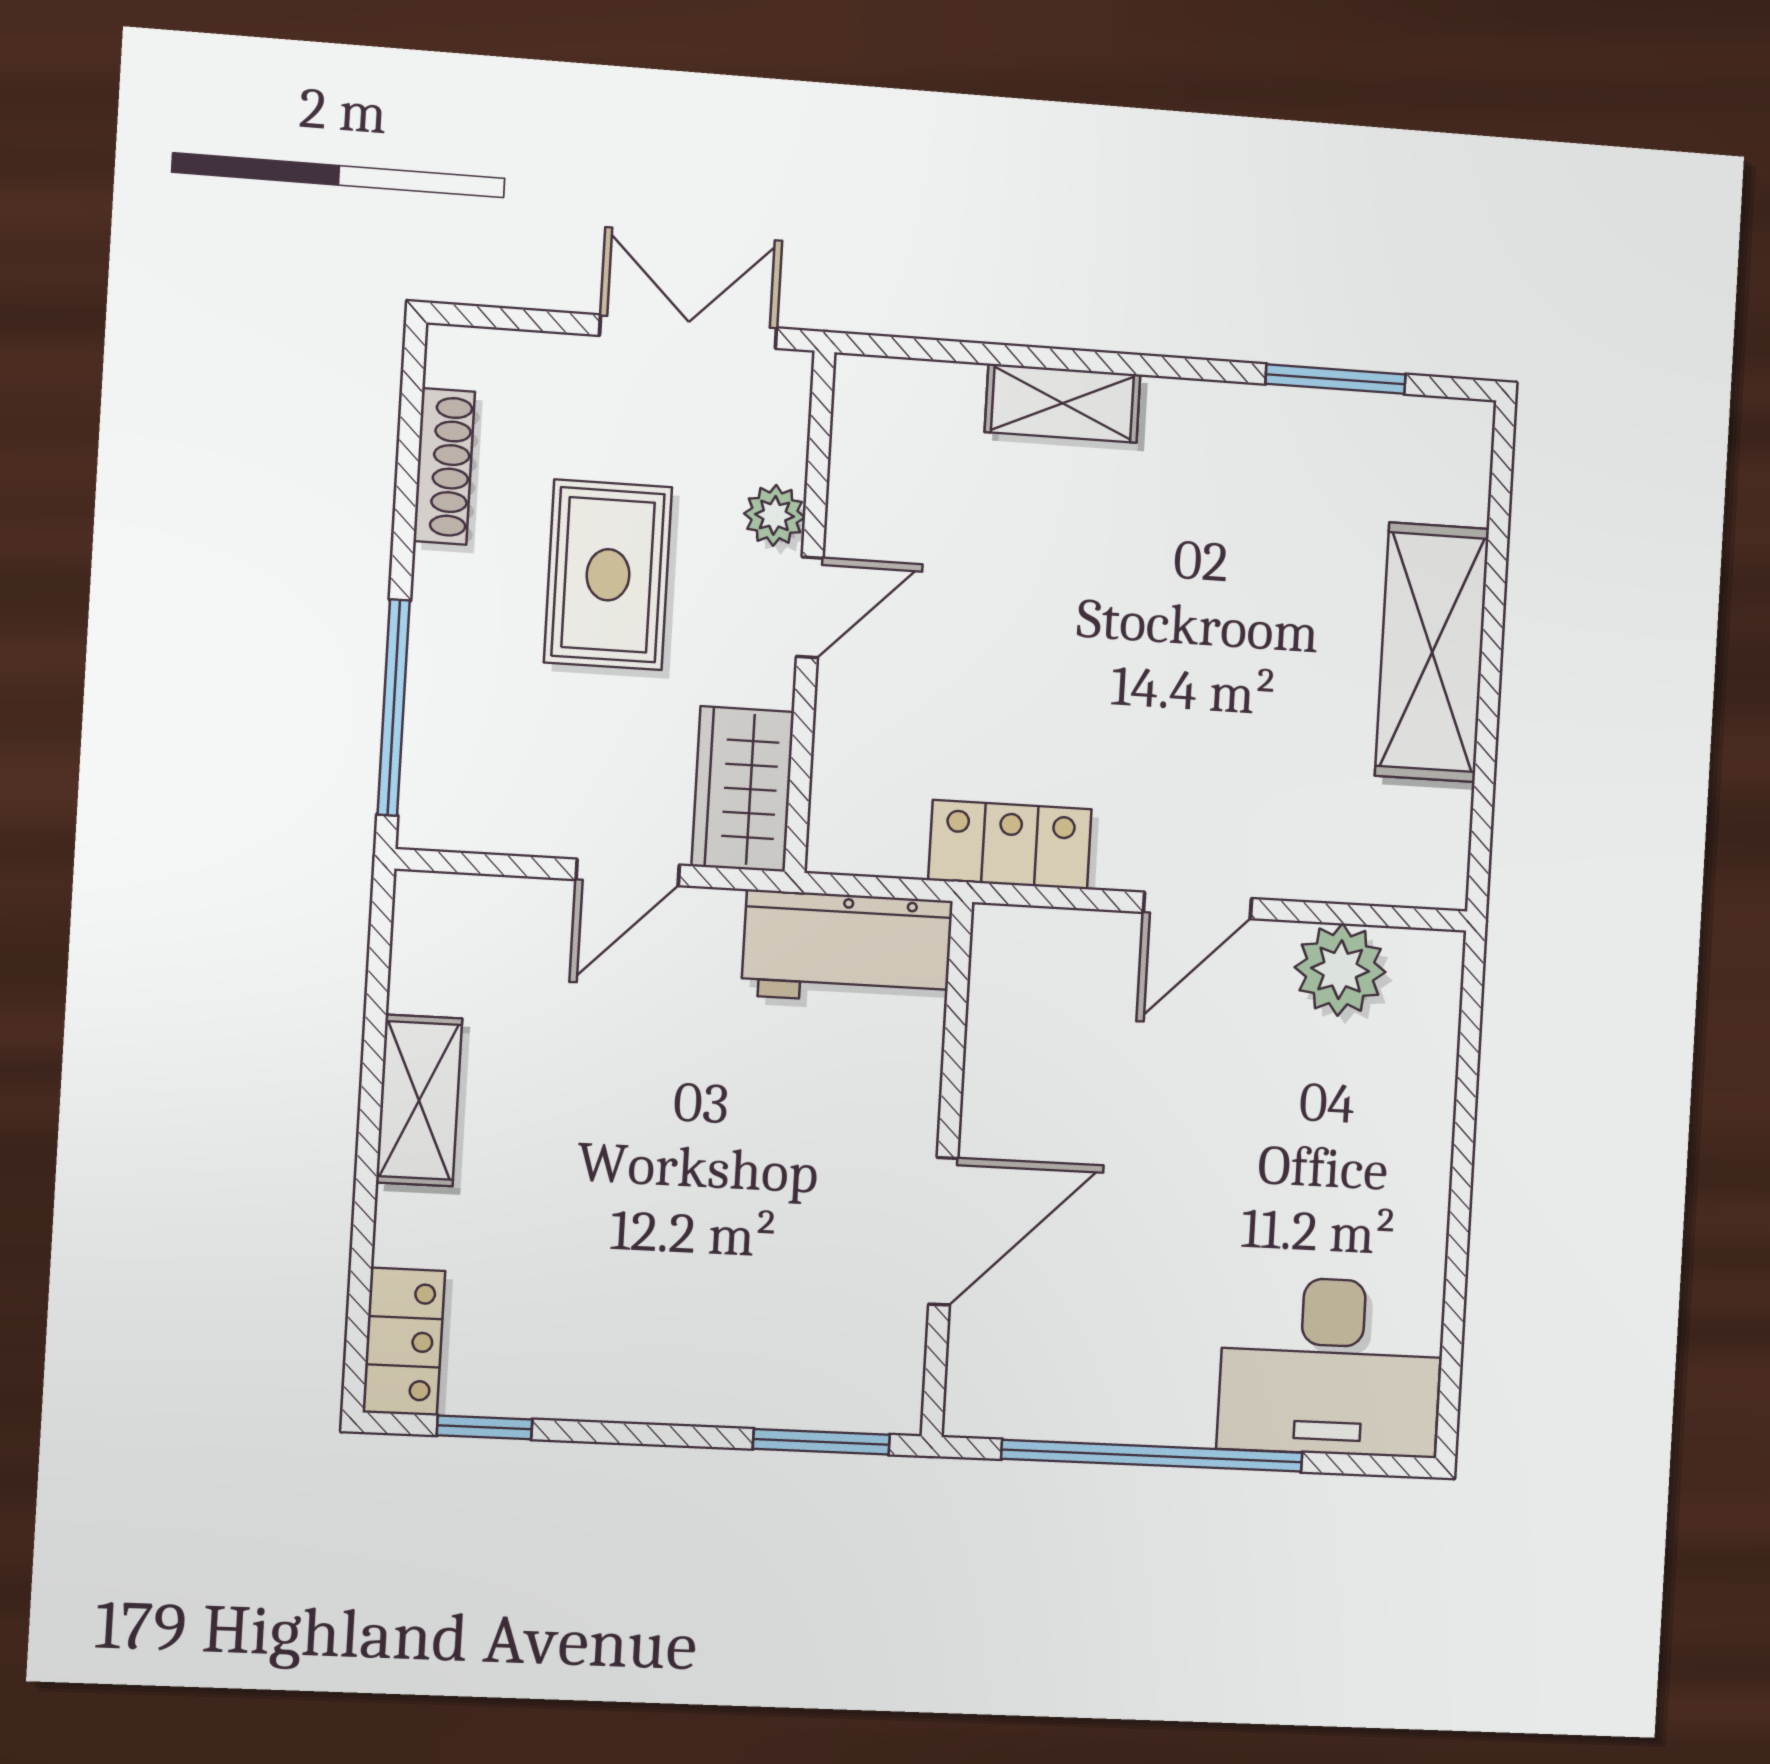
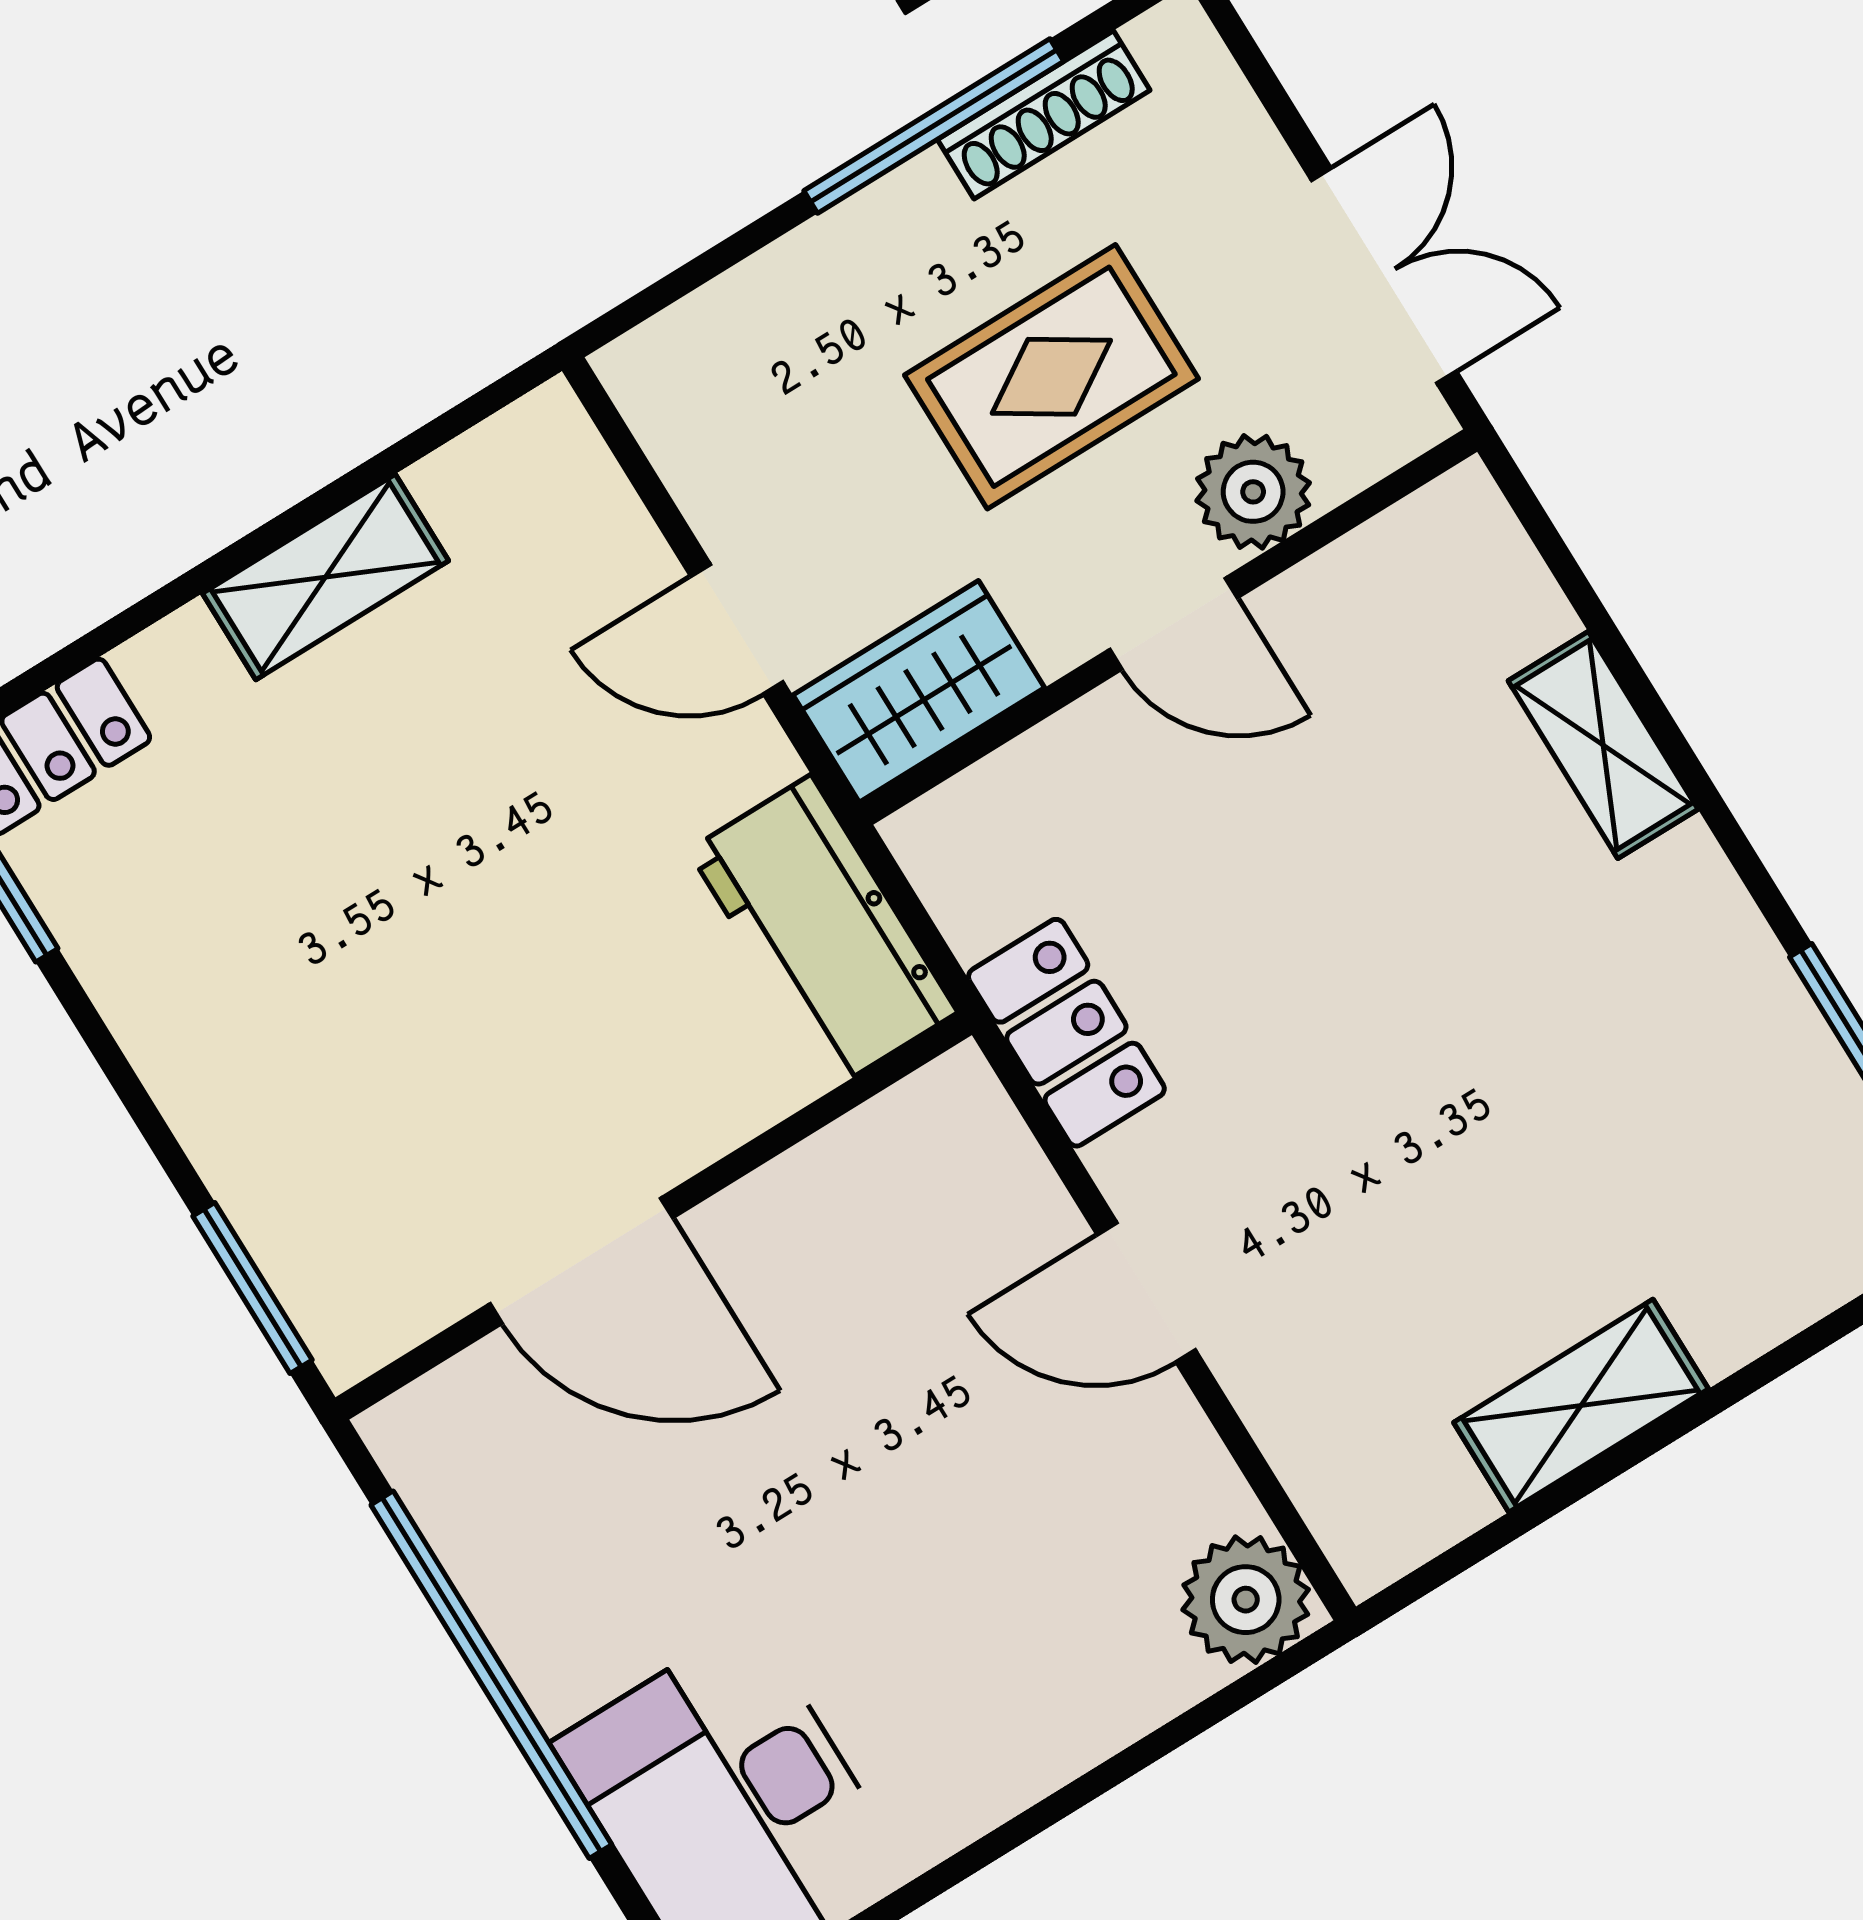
plant: (775, 515) -> (1253, 492), width x1.38, depth x1.38
shelving: (1432, 652) -> (1581, 1406), width x0.67, depth x0.75
window: (394, 707) -> (934, 126), moved
plant: (1340, 970) -> (1246, 1600), moved

